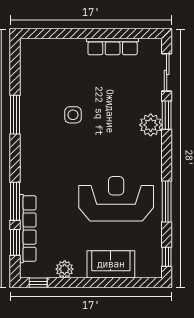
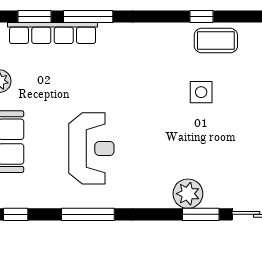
coffee table: (33, 104) -> (216, 40), added
window: (15, 115) -> (201, 16), width x0.46
reception desk: (116, 199) -> (91, 148), width x0.74, depth x0.77

